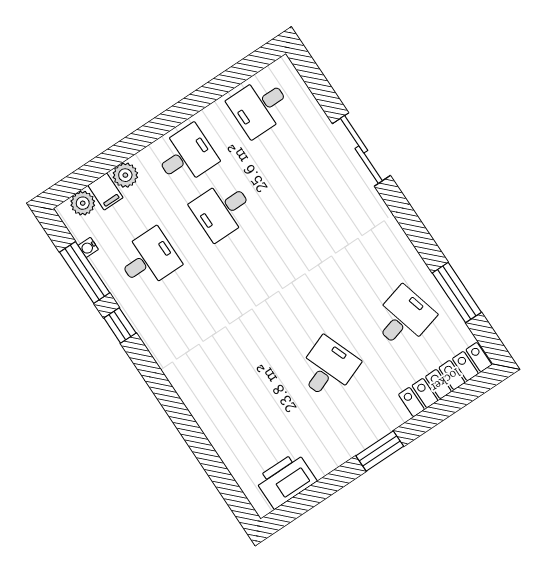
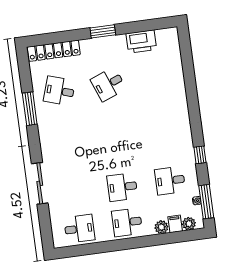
desk: (222, 210) -> (122, 187), turned 180
window: (85, 273) -> (206, 202), moved
window: (457, 293) -> (30, 109), moved
desk: (403, 318) -> (59, 91), turned 33
printer: (286, 480) -> (141, 42), moved

